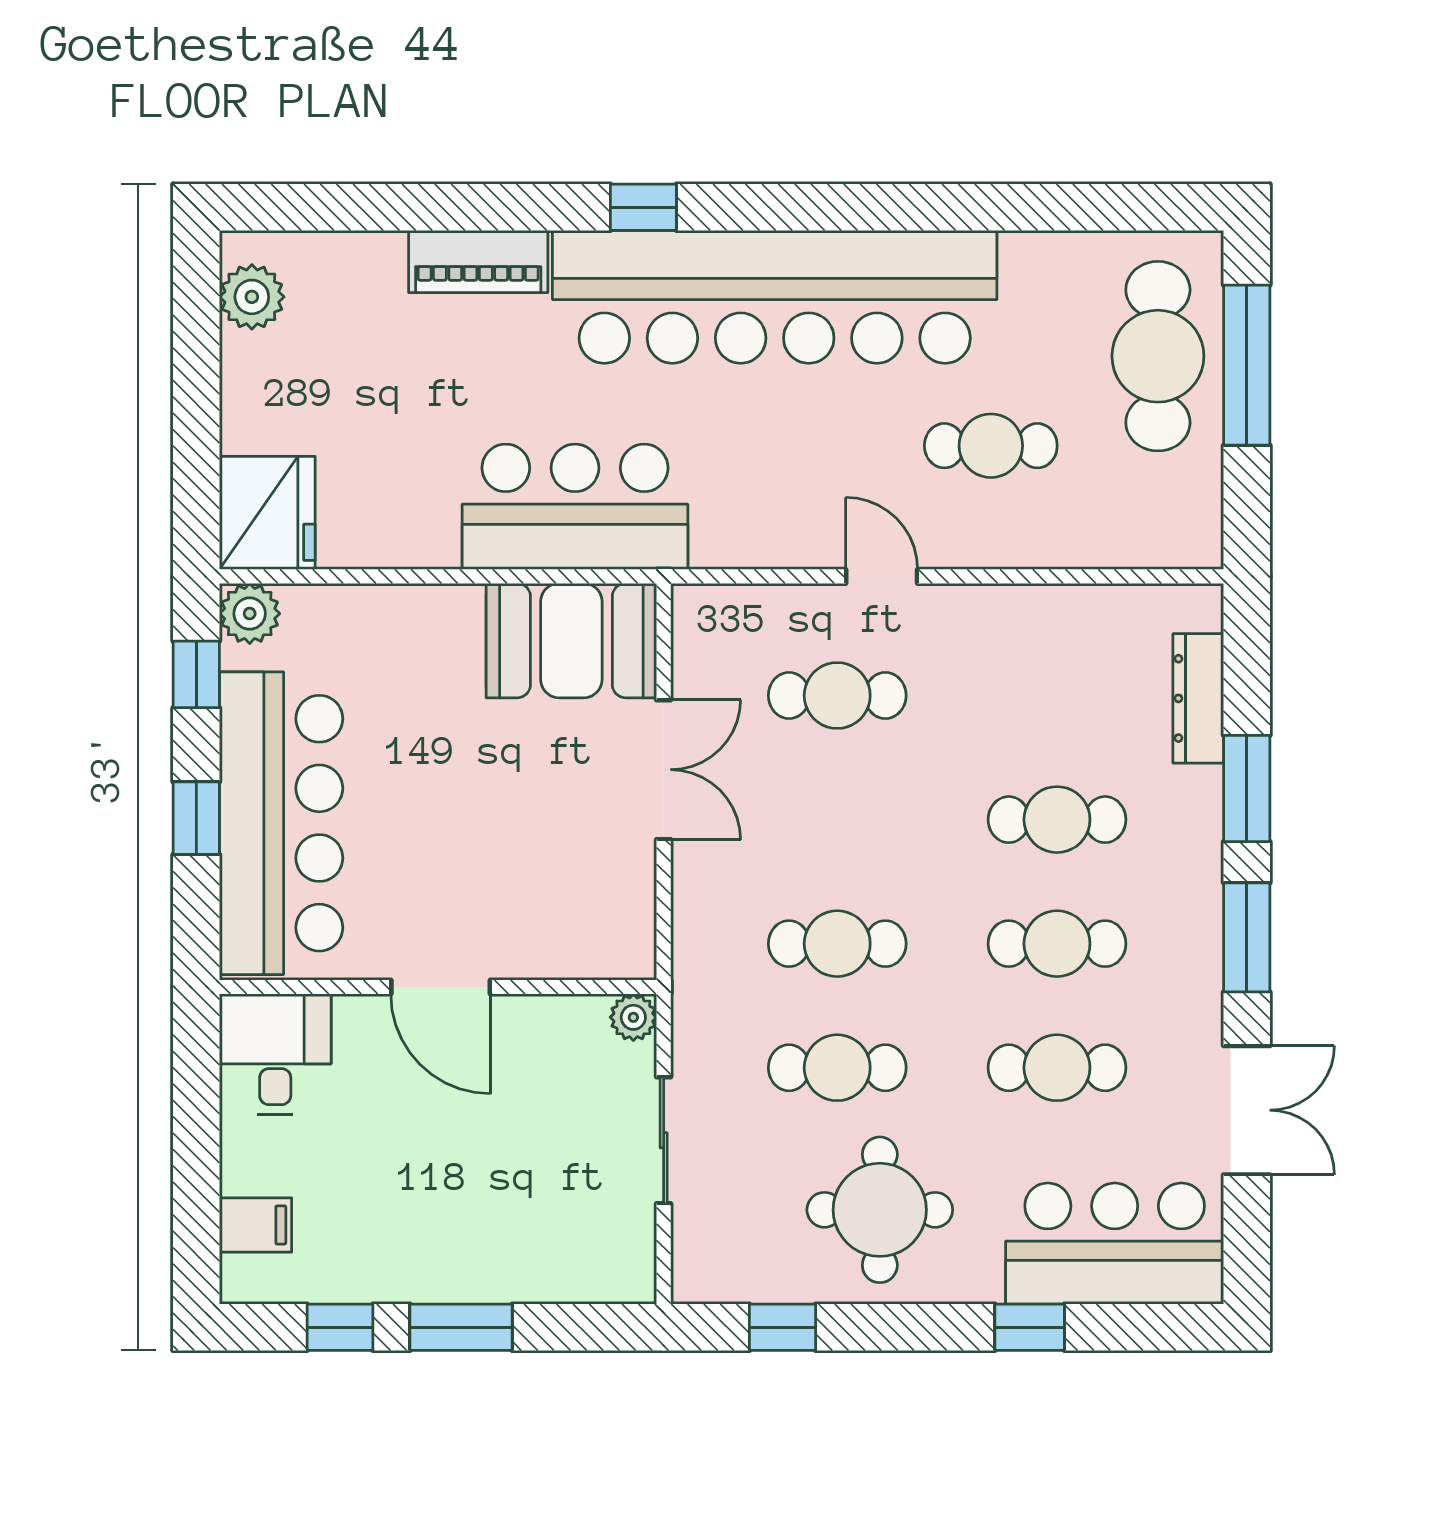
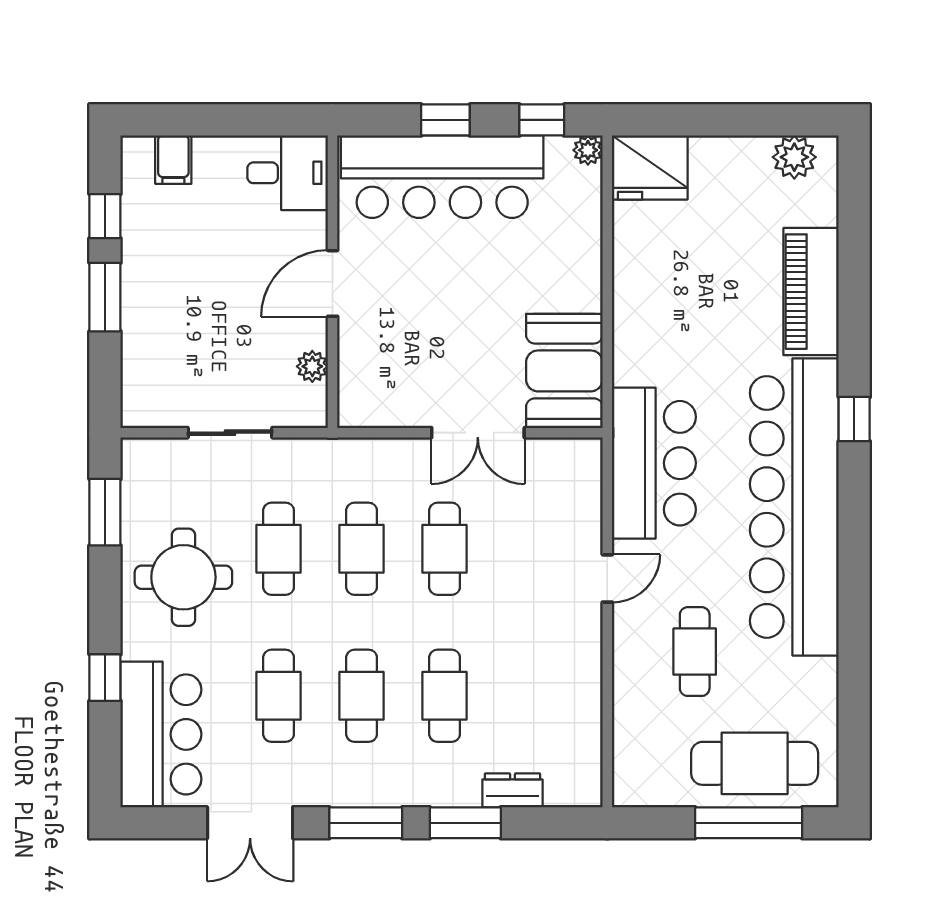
piano: (478, 262) -> (811, 292), width x1.37, depth x1.33
bar counter: (575, 507) -> (654, 463), moved
plant: (250, 614) -> (588, 150), width x0.73, depth x0.73
cafe table: (837, 696) -> (445, 549), moved
dresser: (1198, 698) -> (512, 790), width x0.70
plant: (633, 1017) -> (312, 366), moved
window: (783, 1327) -> (105, 512), width x1.50

